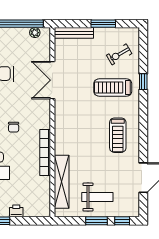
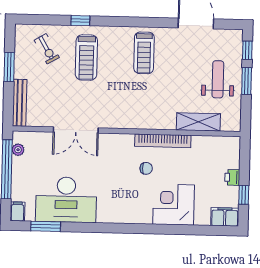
chair: (14, 127) -> (146, 168), moved
treadmill: (118, 135) -> (144, 53), turned 90
shelving: (62, 182) -> (198, 122), width x0.68

